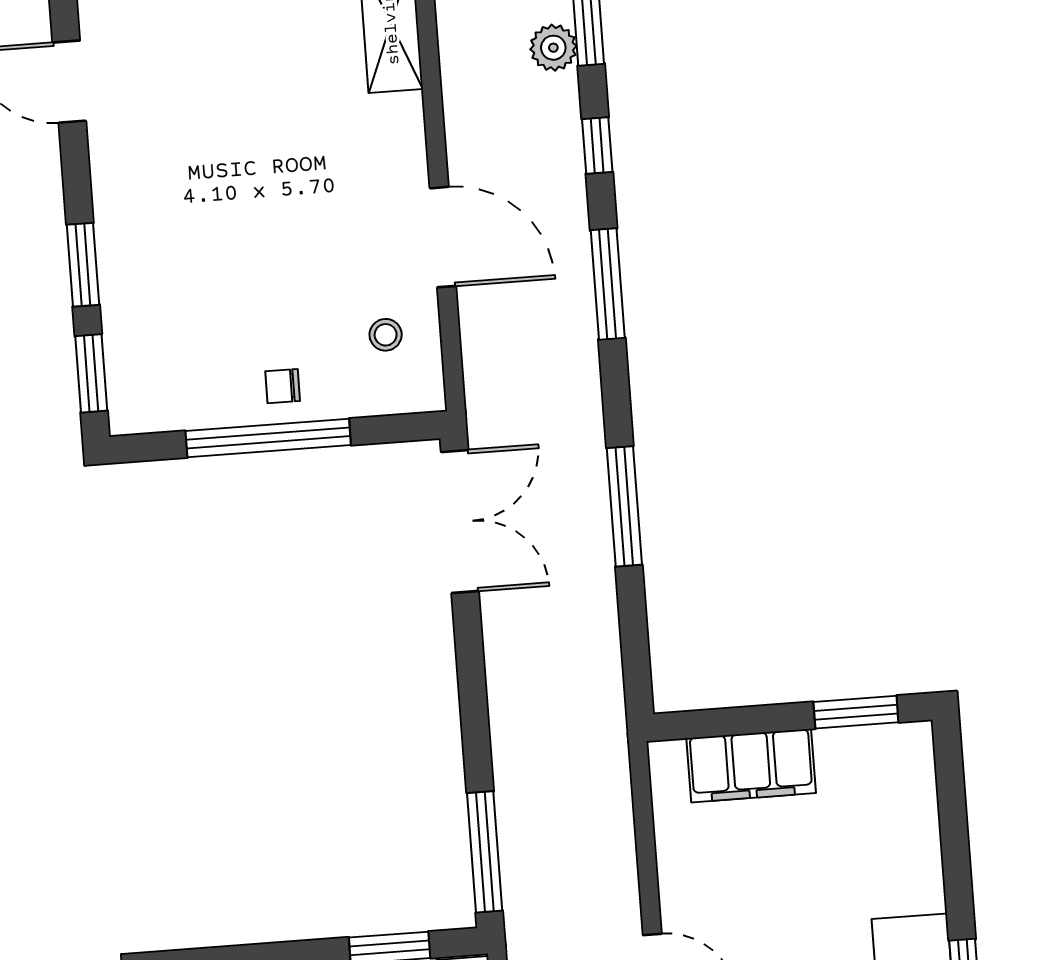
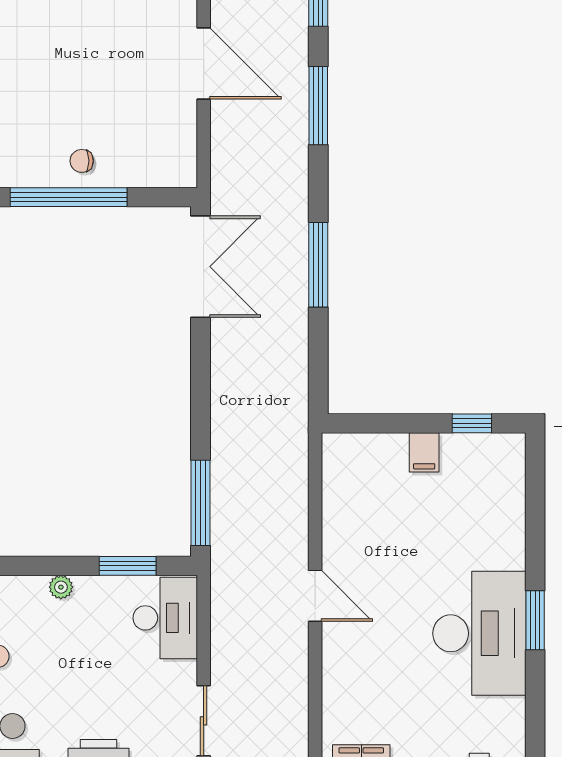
stool: (386, 335) -> (158, 130), removed
window: (856, 712) -> (472, 423), width x0.67
filing cabinet: (751, 766) -> (424, 452), width x0.33, depth x0.86

